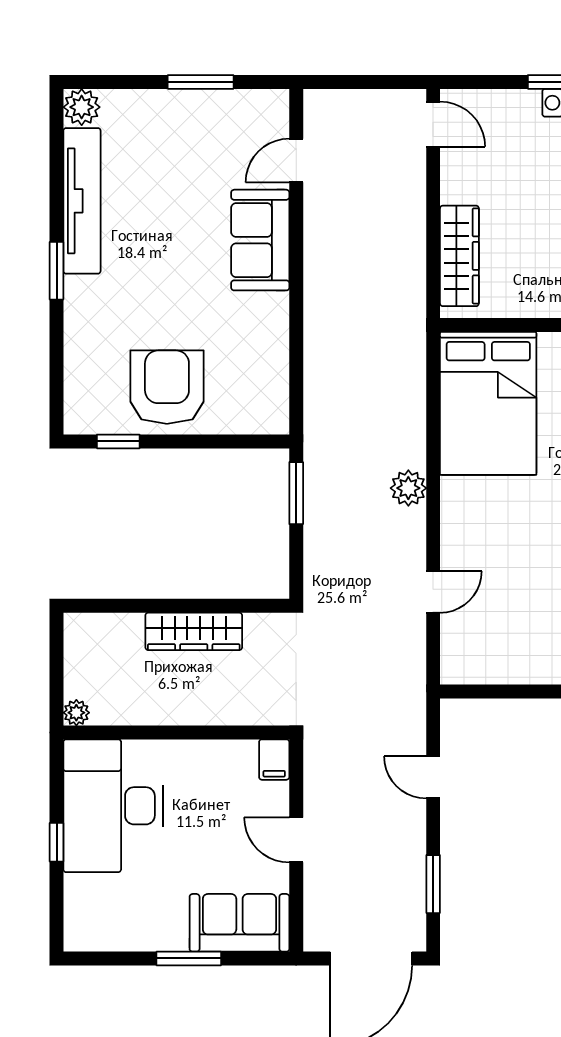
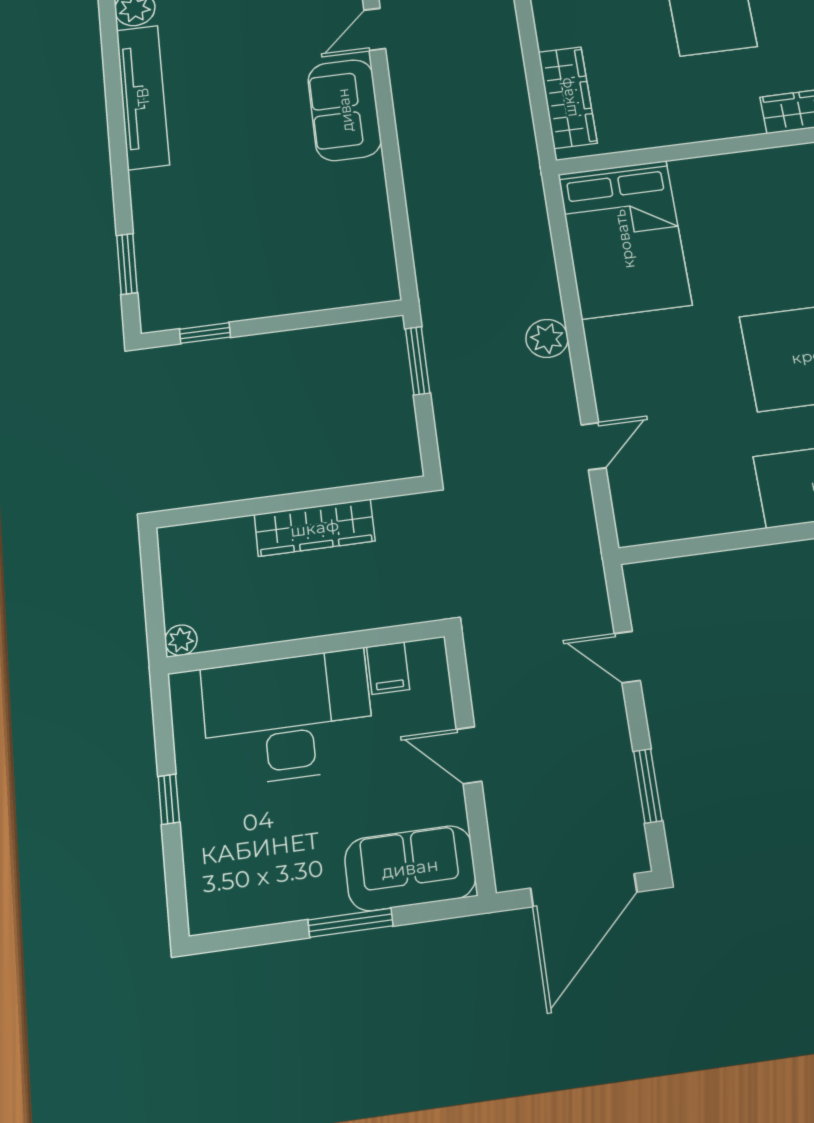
window: (57, 271) -> (127, 264), moved
armchair: (167, 387) -> (256, 269), removed
filing cabinet: (274, 760) -> (388, 668), moved
desk: (113, 806) -> (288, 717), moved, turned 90

